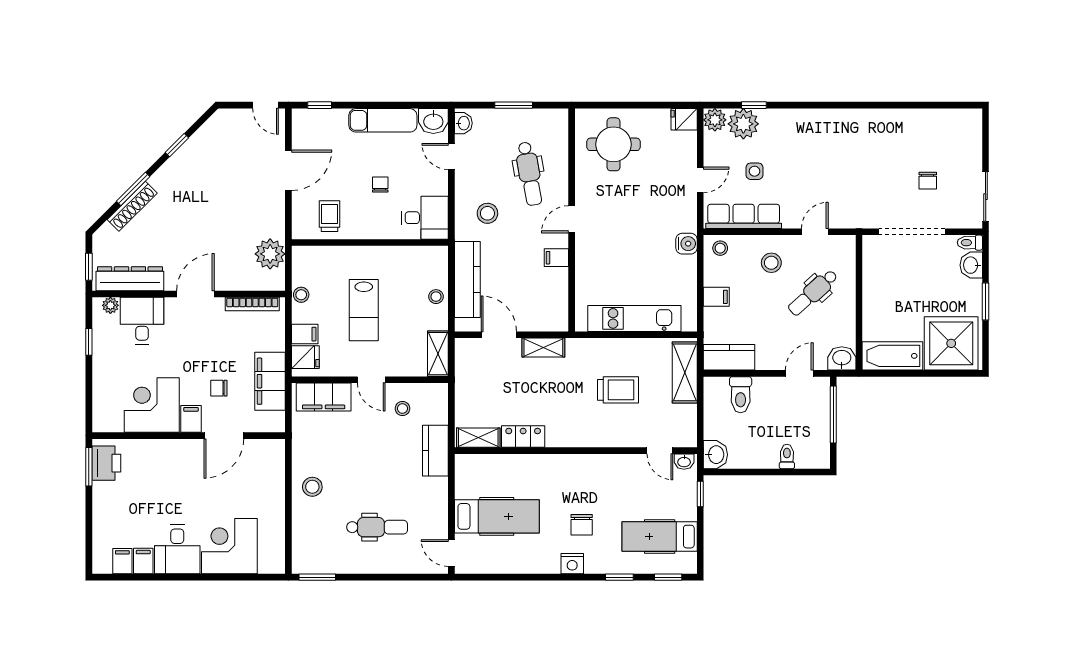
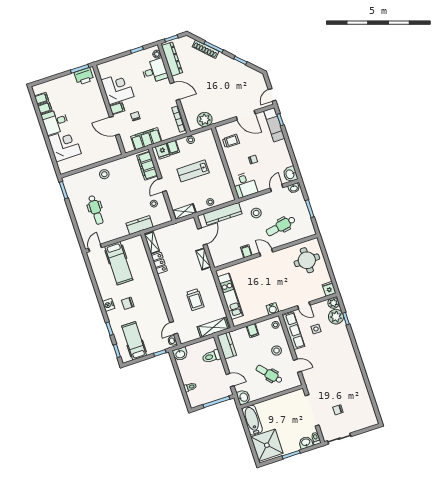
exam couch: (383, 120) -> (274, 125), moved

